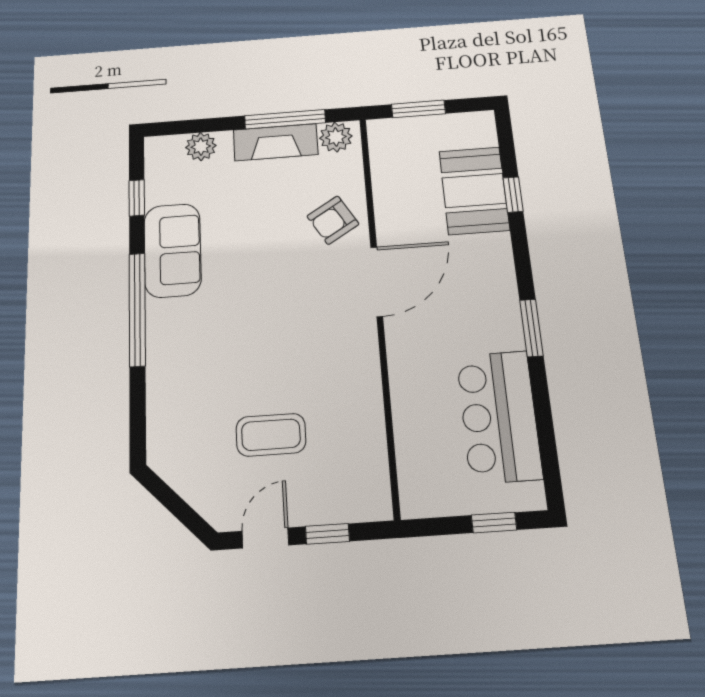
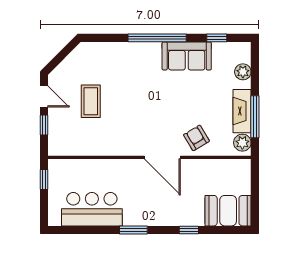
window: (419, 109) -> (255, 187), removed
booth: (474, 190) -> (228, 211), moved
window: (513, 195) -> (189, 230), moved
window: (494, 523) -> (44, 179), moved

